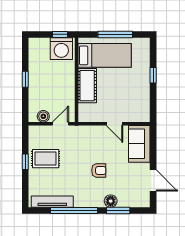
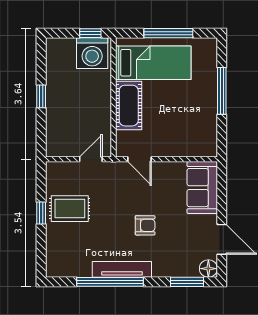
window: (153, 75) -> (222, 91), width x2.17
boiler: (43, 116) -> (67, 149), removed
door: (114, 124) -> (140, 159), moved
floor lamp: (111, 201) -> (208, 269), moved
tv unit: (52, 202) -> (122, 269), moved
window: (118, 211) -> (187, 282), moved

